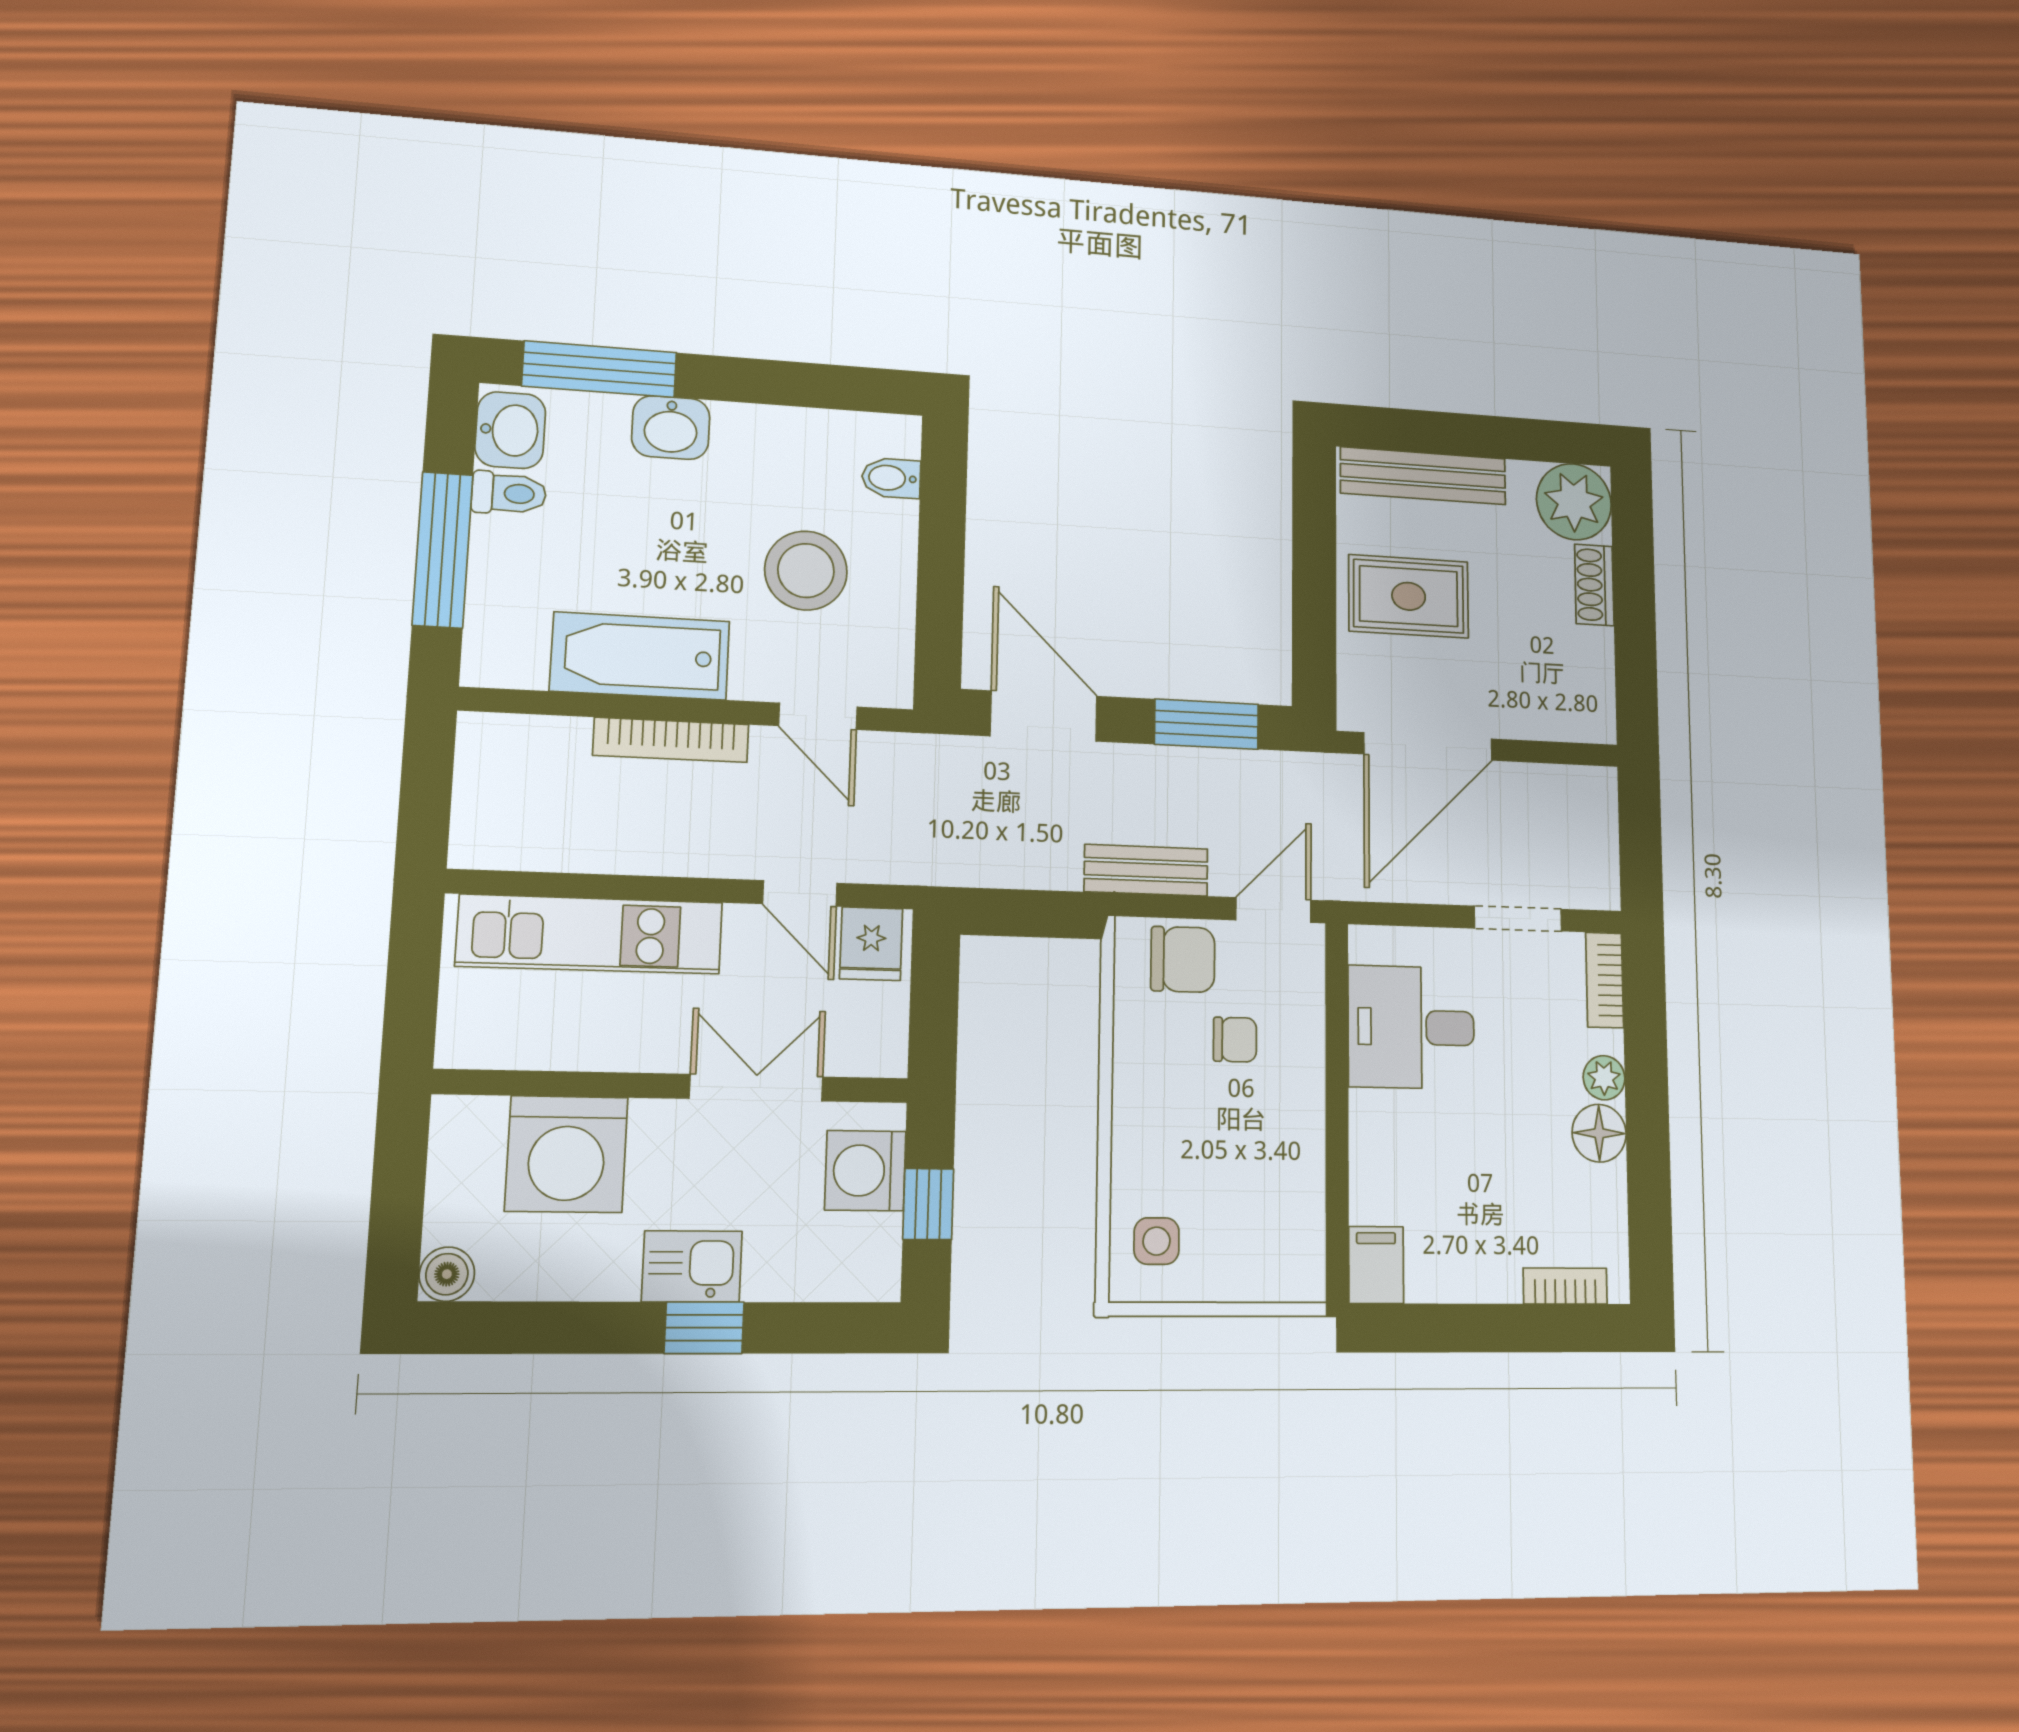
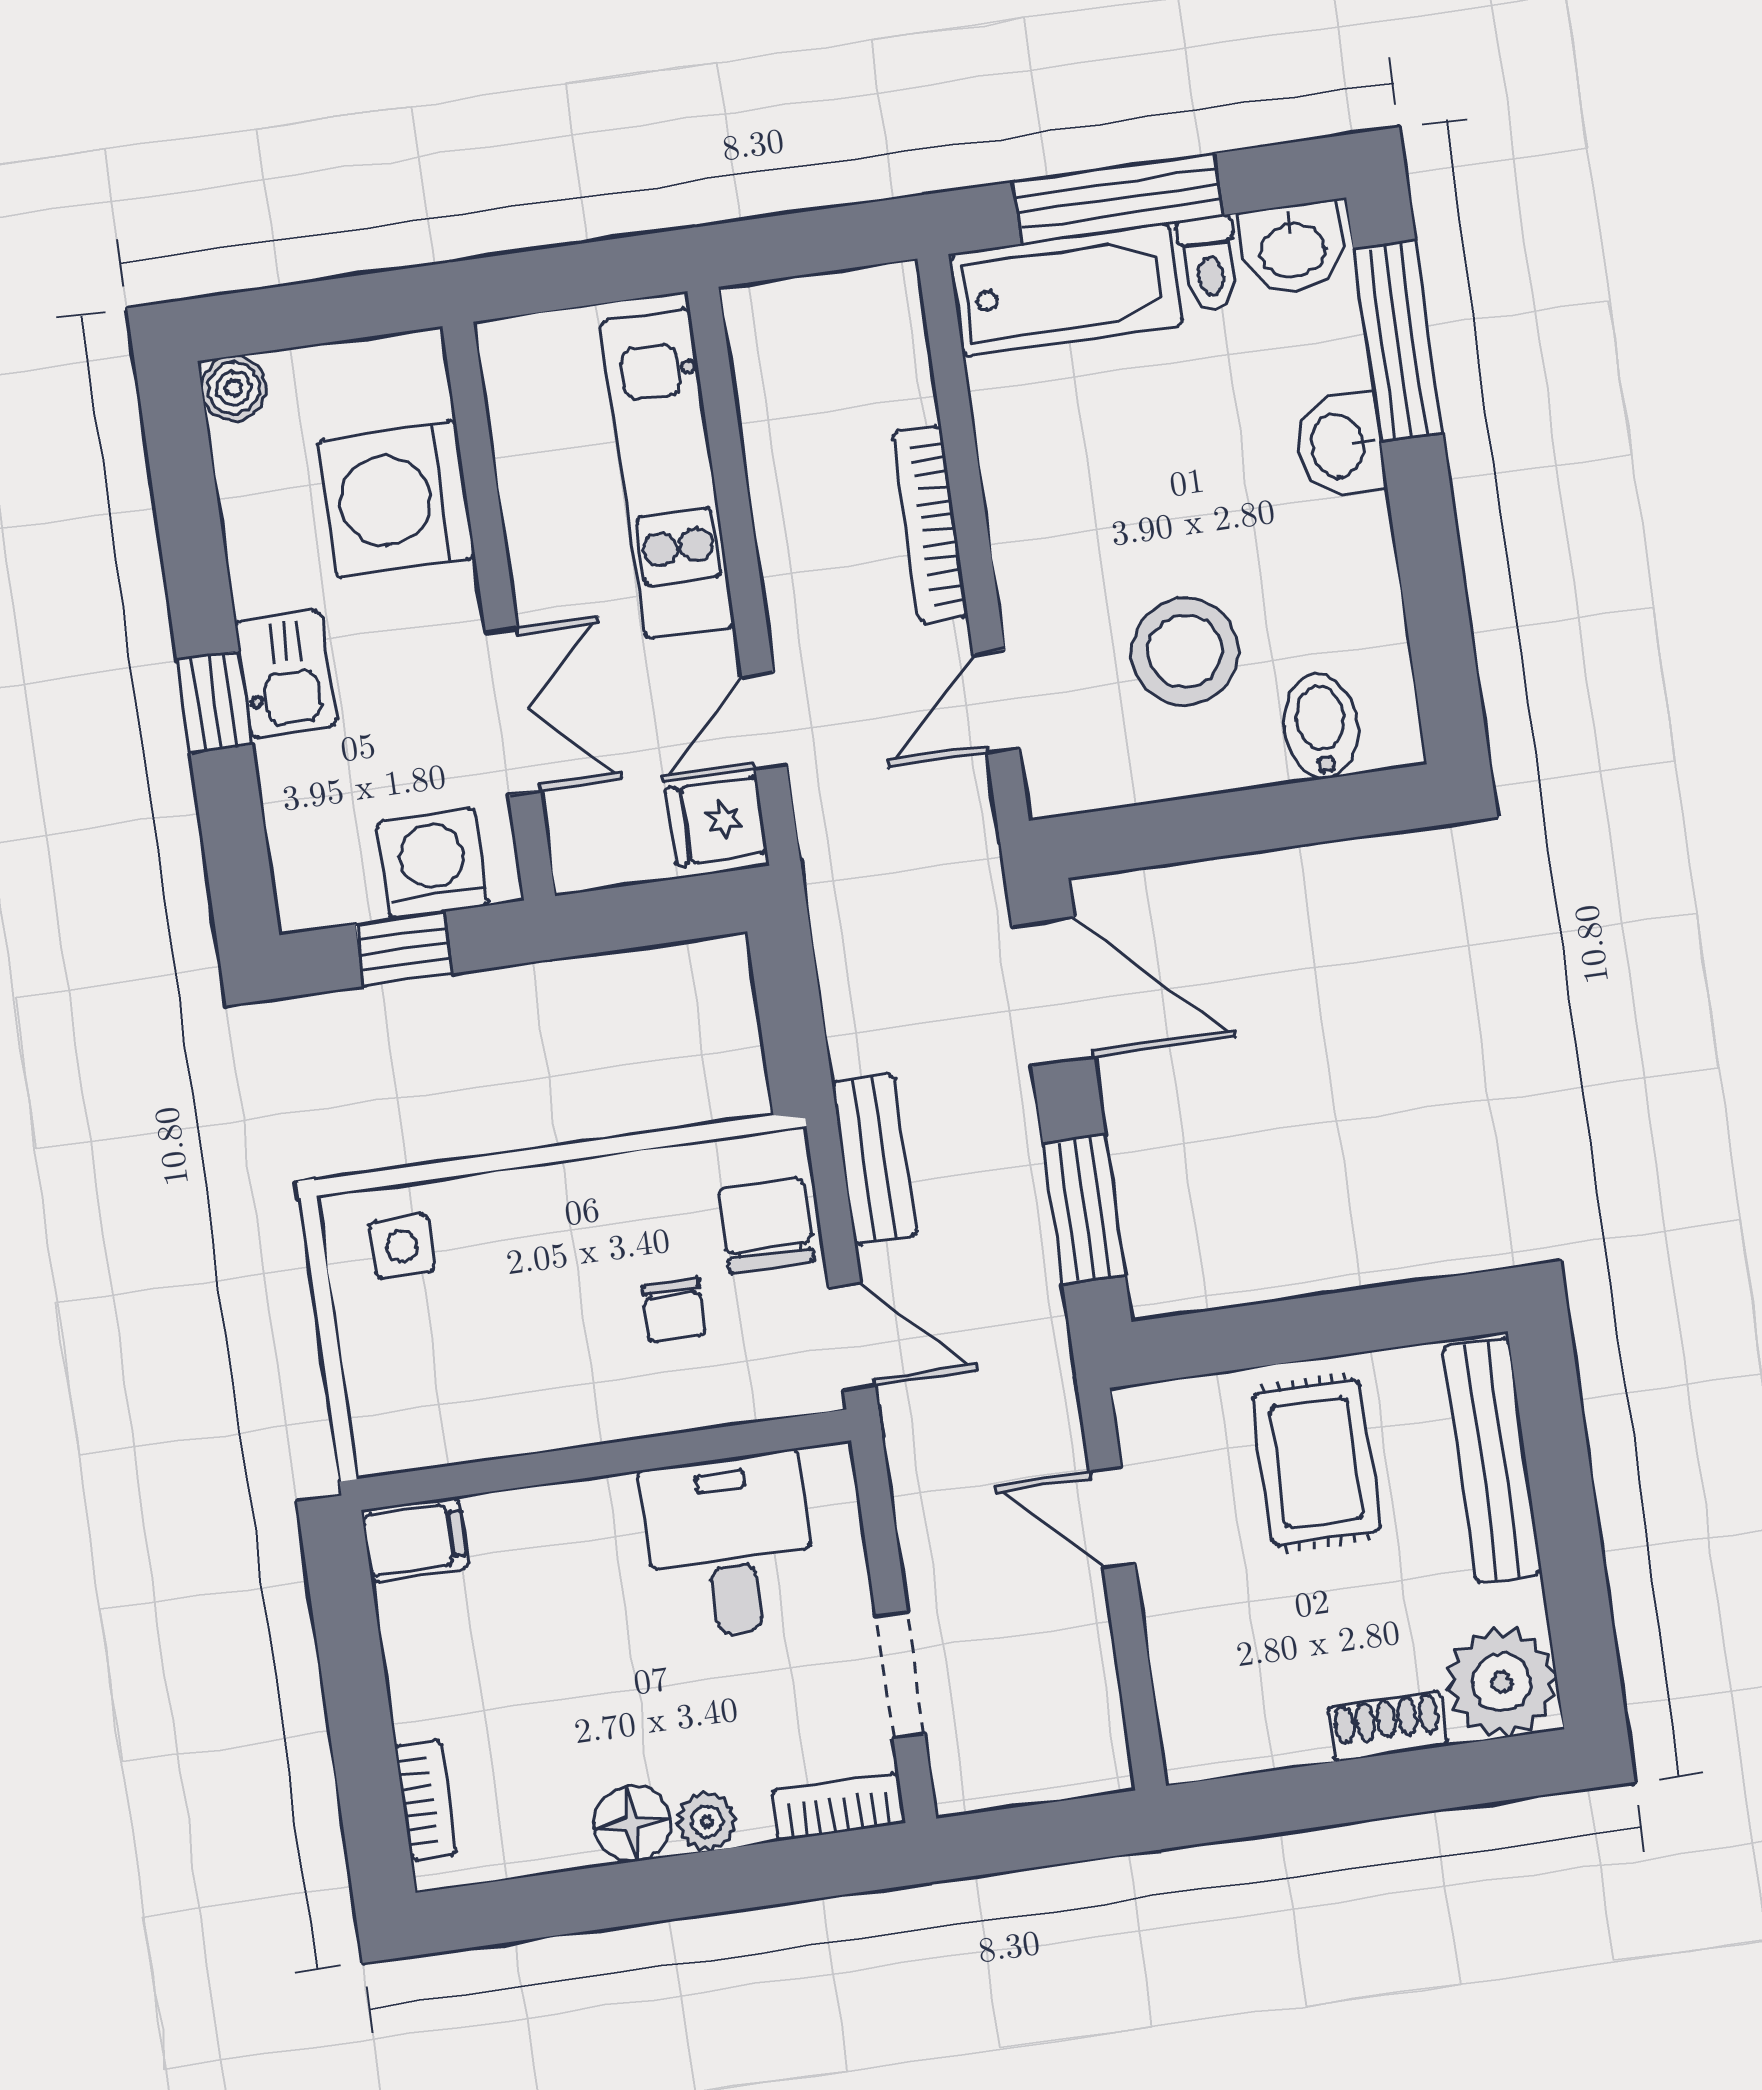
bidet: (891, 478) -> (1321, 726), width x1.38, depth x1.36
bathtub: (640, 656) -> (1066, 290), moved, turned 90
door: (1044, 716) -> (1053, 992), hinge flipped
door: (1428, 746) -> (1112, 1518), width x0.53
chair: (1183, 959) -> (766, 1226), turned 180

